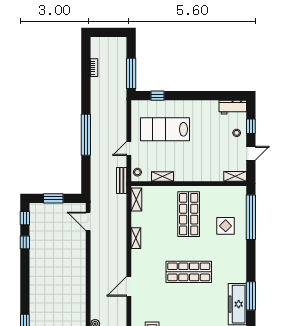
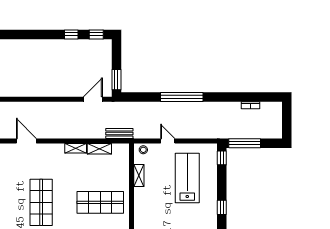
window: (157, 96) -> (222, 158), moved
window: (194, 96) -> (222, 207), added
bench: (122, 180) -> (119, 134), moved
window: (53, 198) -> (116, 80), moved
shelving: (136, 199) -> (99, 149), moved

